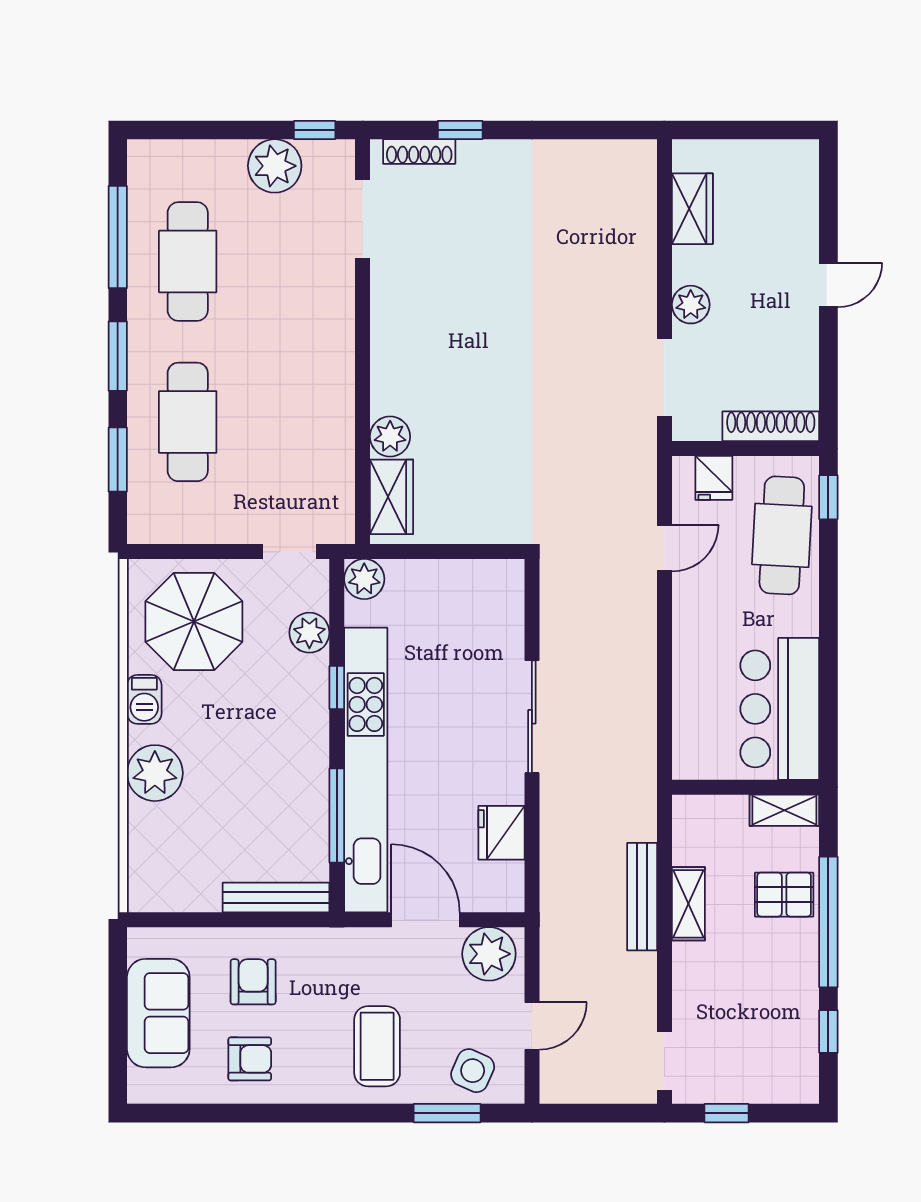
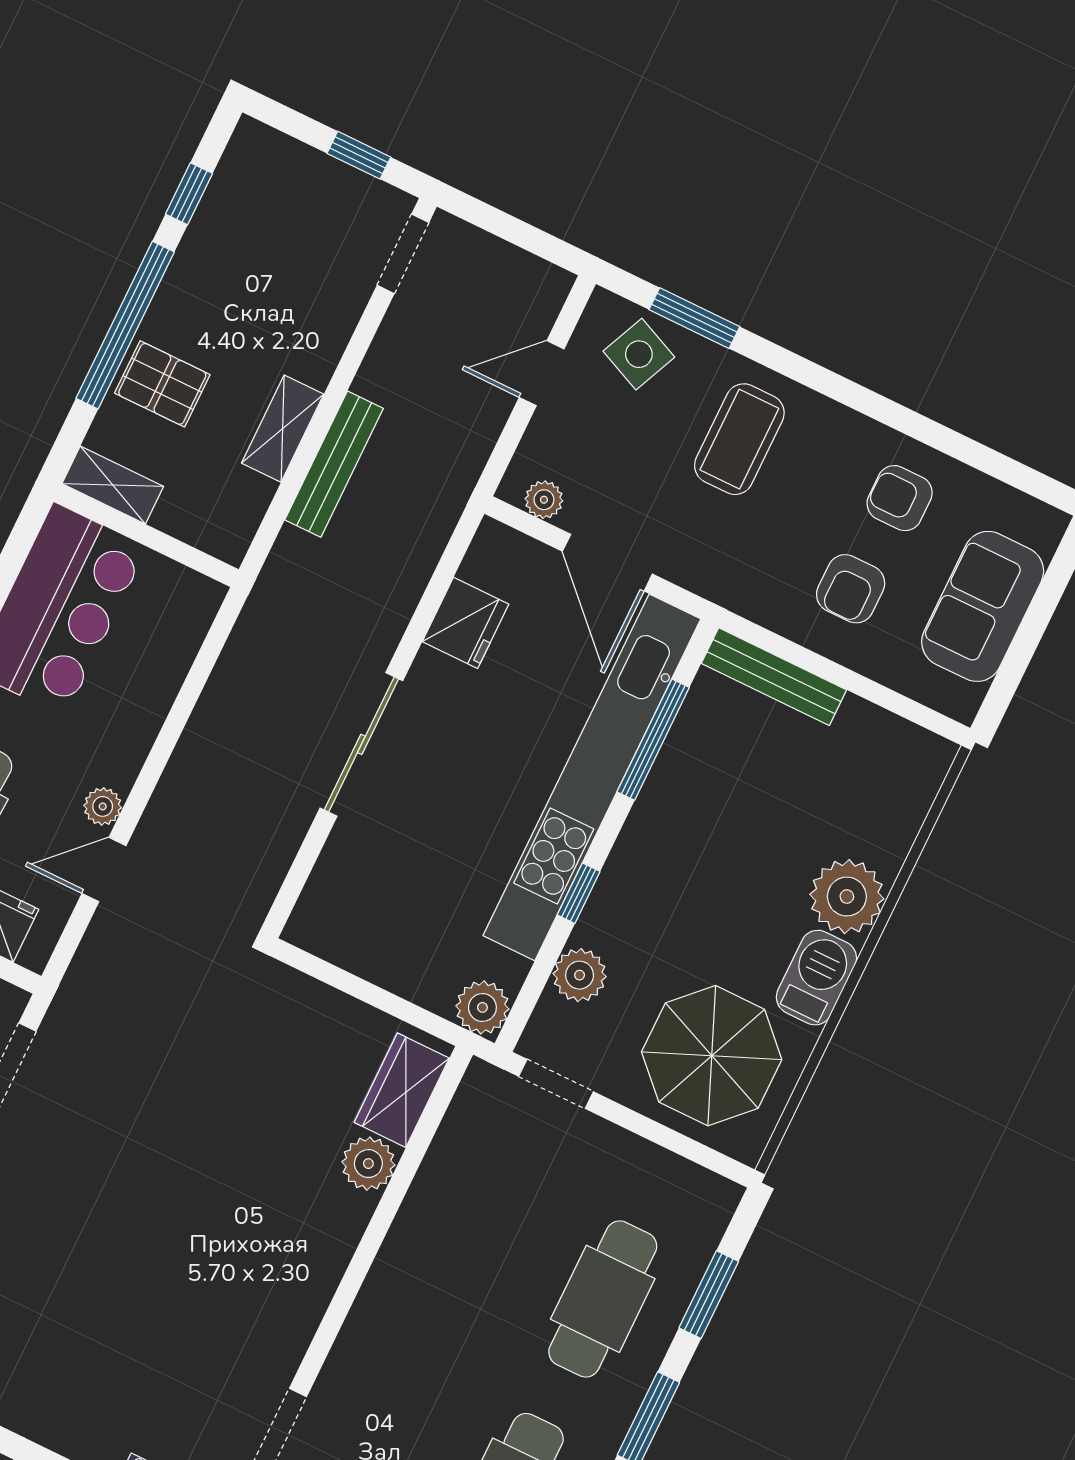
plant: (686, 590) -> (103, 806), added
barbecue: (144, 699) -> (816, 978), width x1.38, depth x1.27
plant: (489, 954) -> (544, 500), width x0.53, depth x0.53

